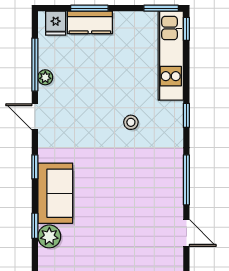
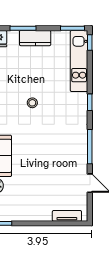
kitchen counter: (90, 22) -> (35, 38), moved
stool: (131, 122) -> (32, 103), moved

